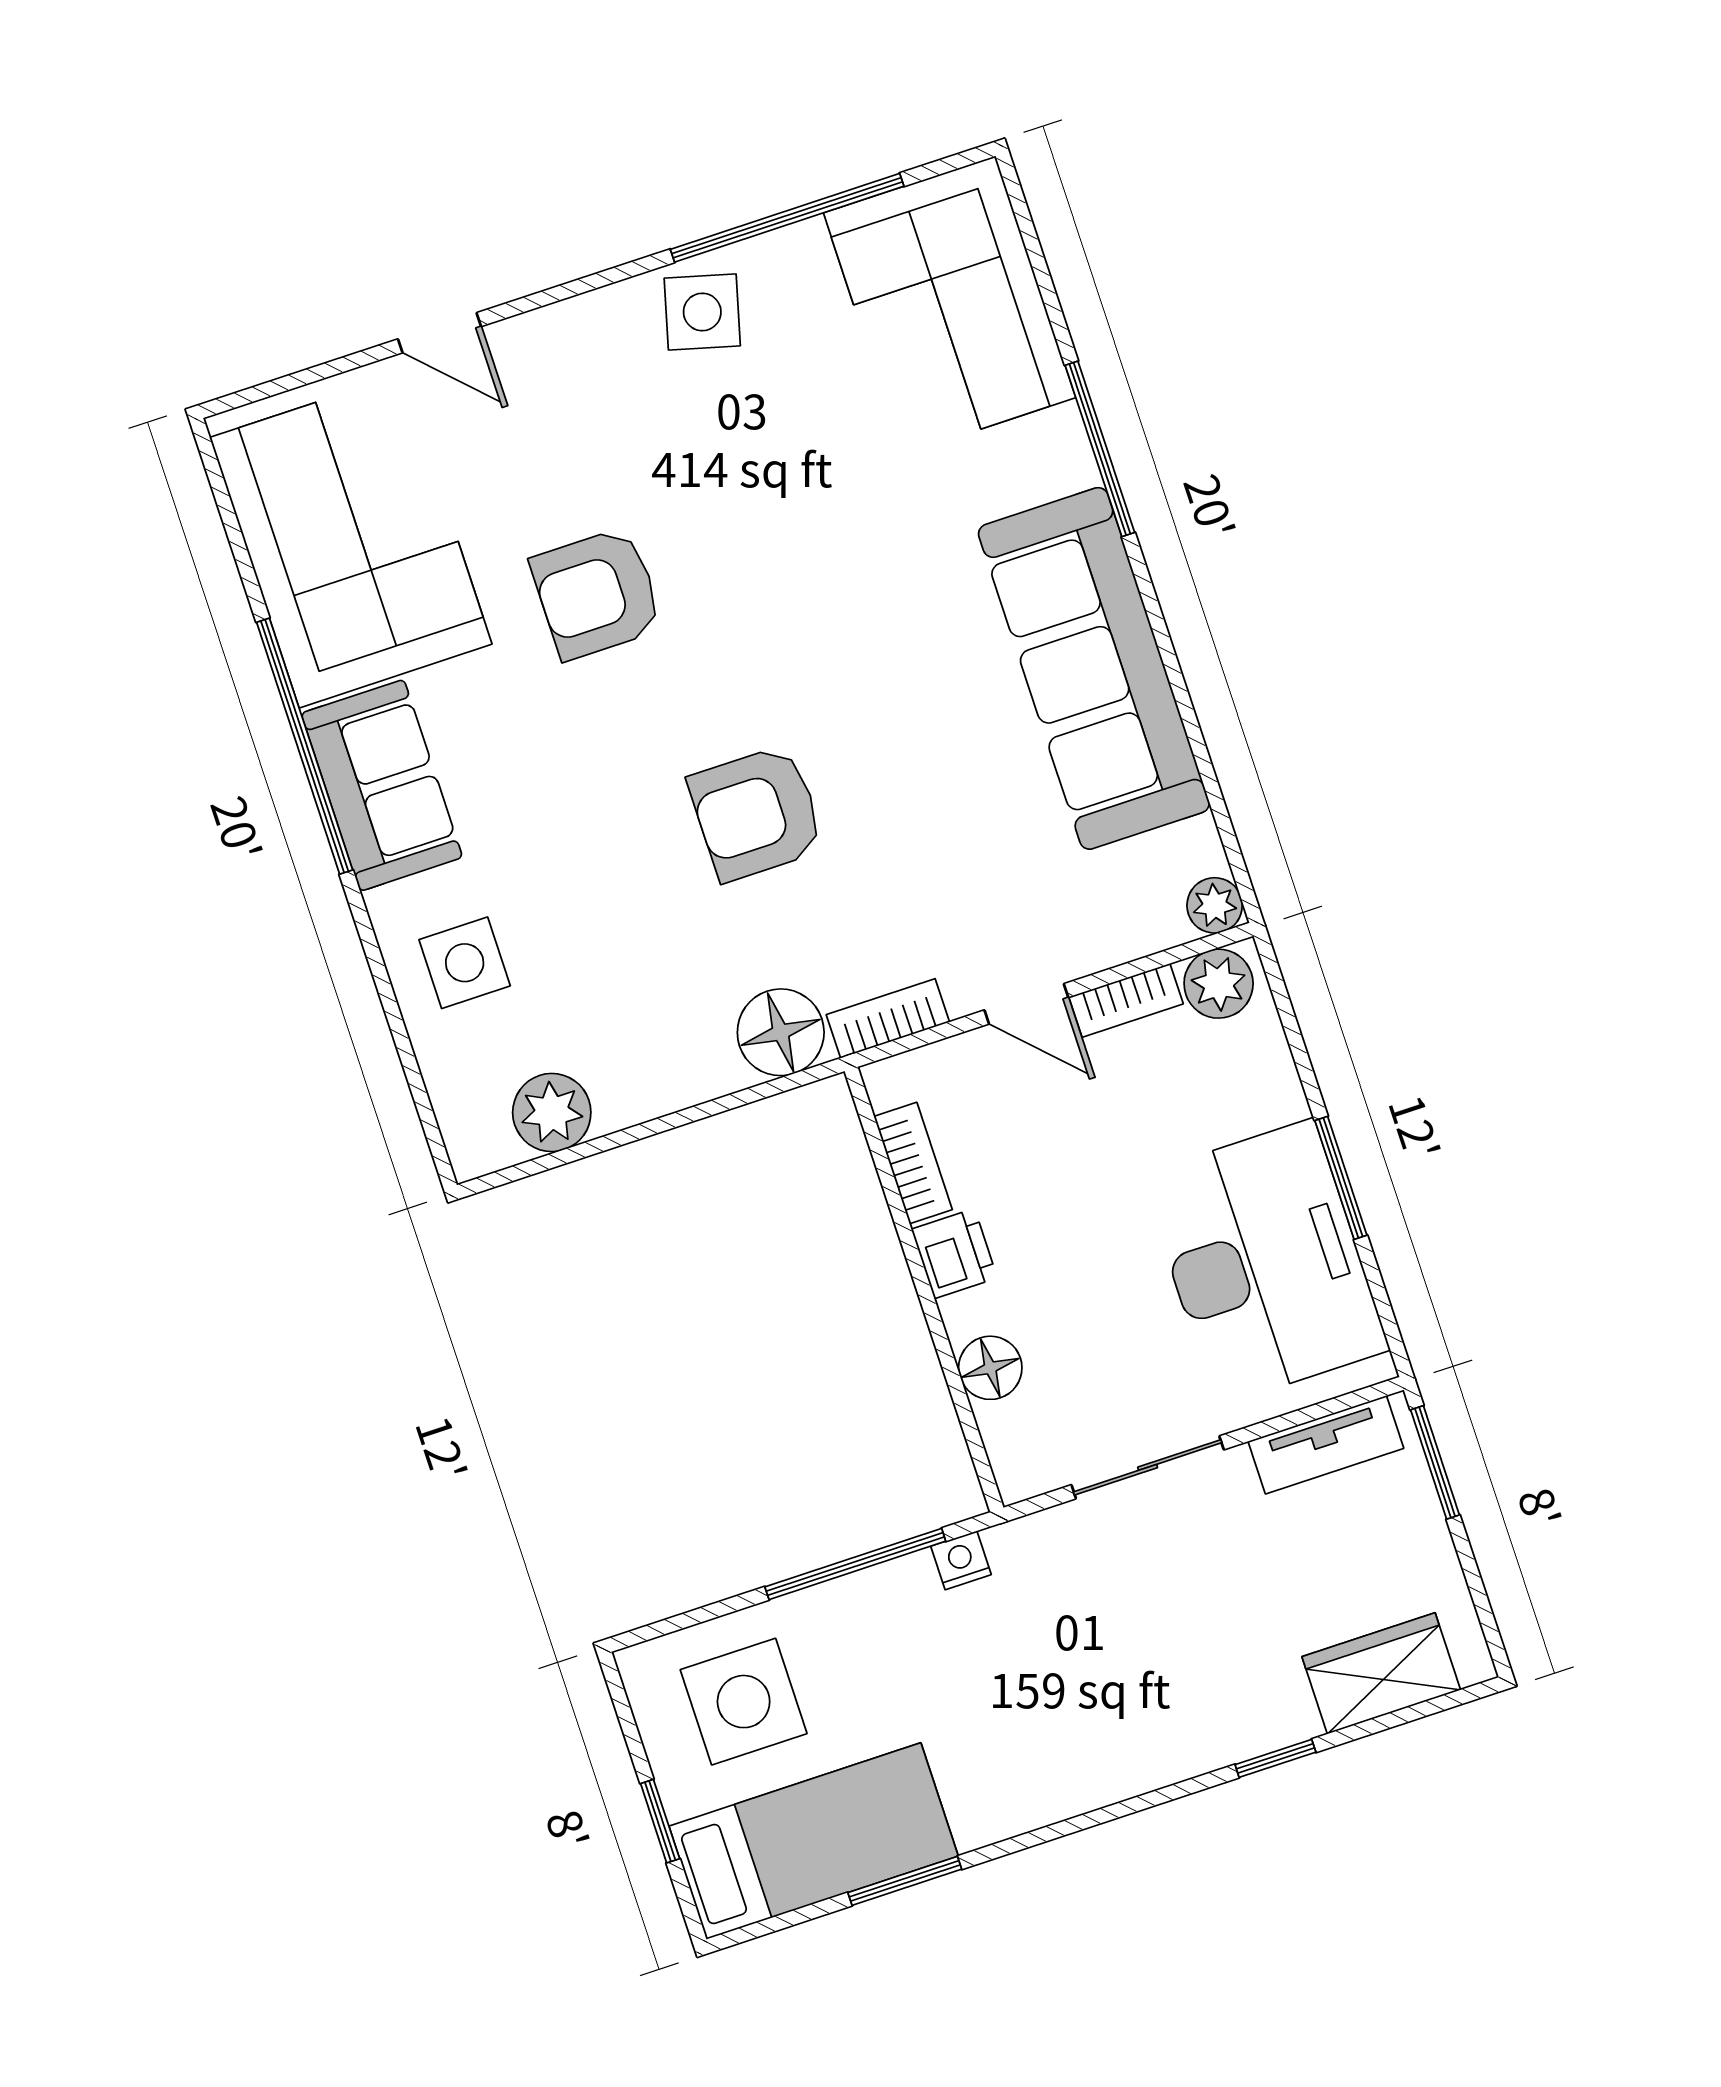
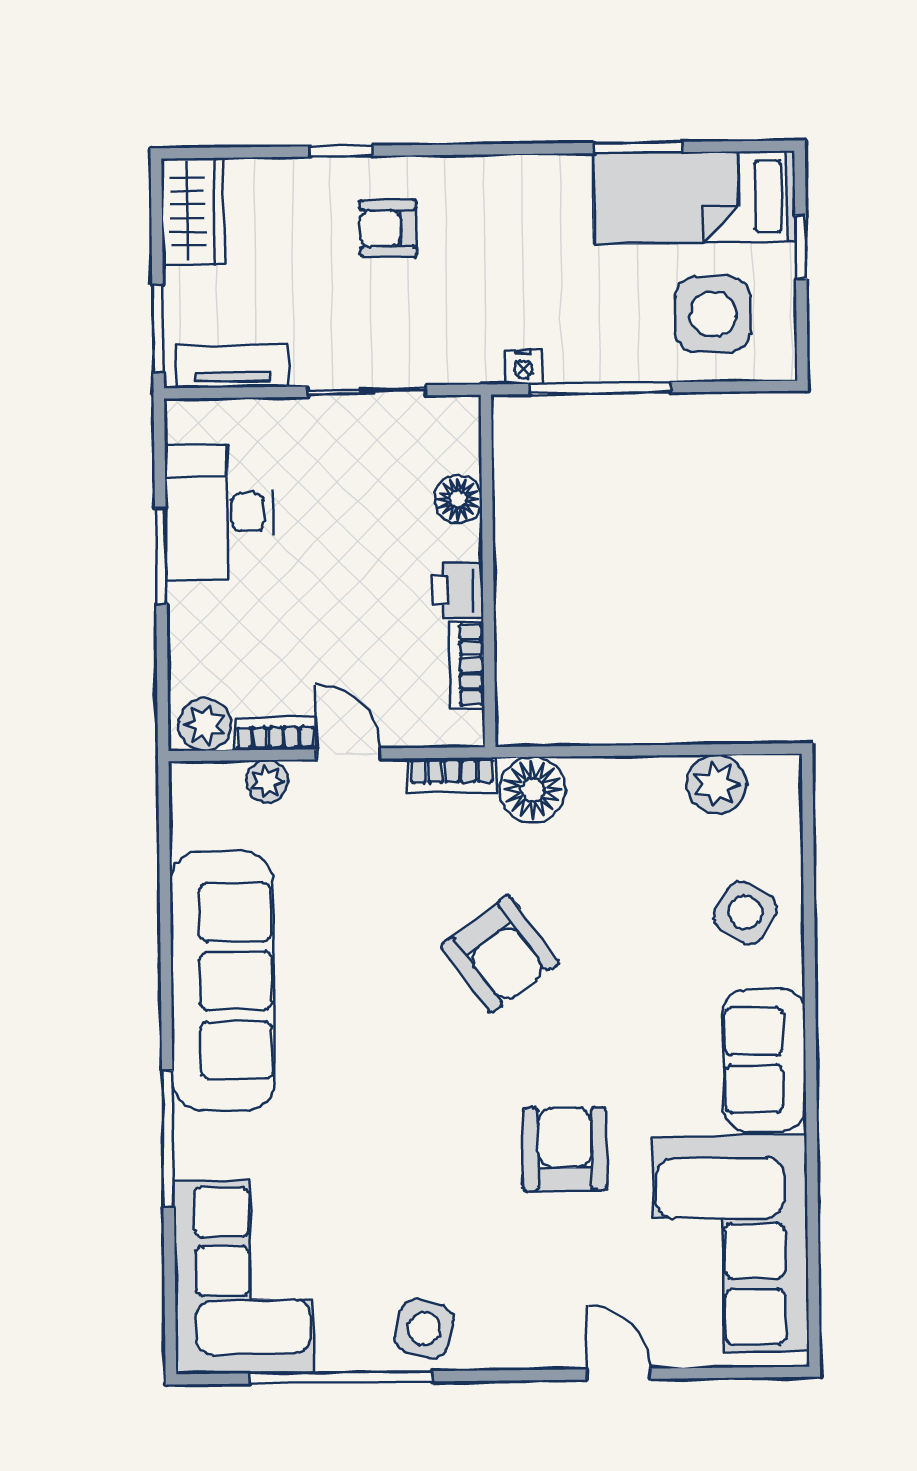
armchair: (597, 594) -> (565, 1149), turned -90
window: (305, 746) -> (811, 1106), removed
armchair: (757, 813) -> (500, 954), turned 54
plant: (1215, 905) -> (267, 781), moved
side table: (465, 963) -> (745, 913), turned 31
desk: (1265, 1262) -> (219, 512), width x0.73, depth x0.77
wardrobe: (1381, 1673) -> (193, 211), moved, turned -90
armchair: (1186, 1680) -> (388, 228), added

